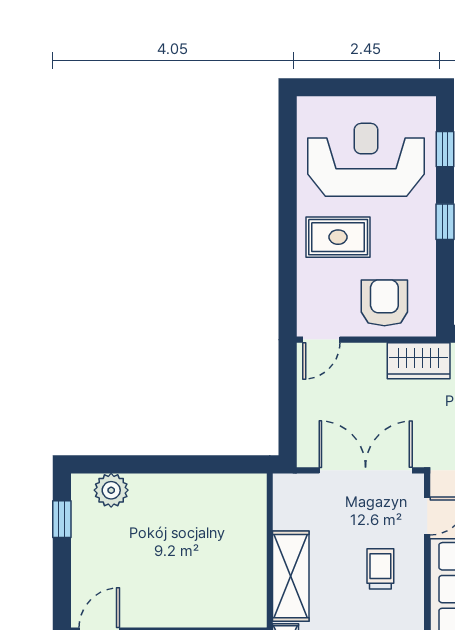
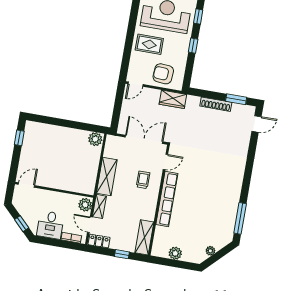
armchair: (384, 303) -> (163, 74), turned -86
plant: (111, 490) -> (95, 139), moved

